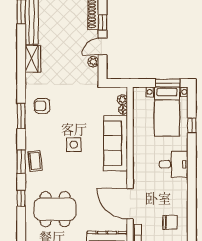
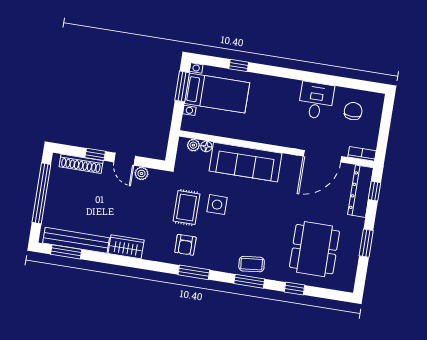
rug: (72, 102) -> (187, 208), added
side table: (74, 145) -> (217, 205), moved
desk: (174, 164) -> (316, 100), moved

